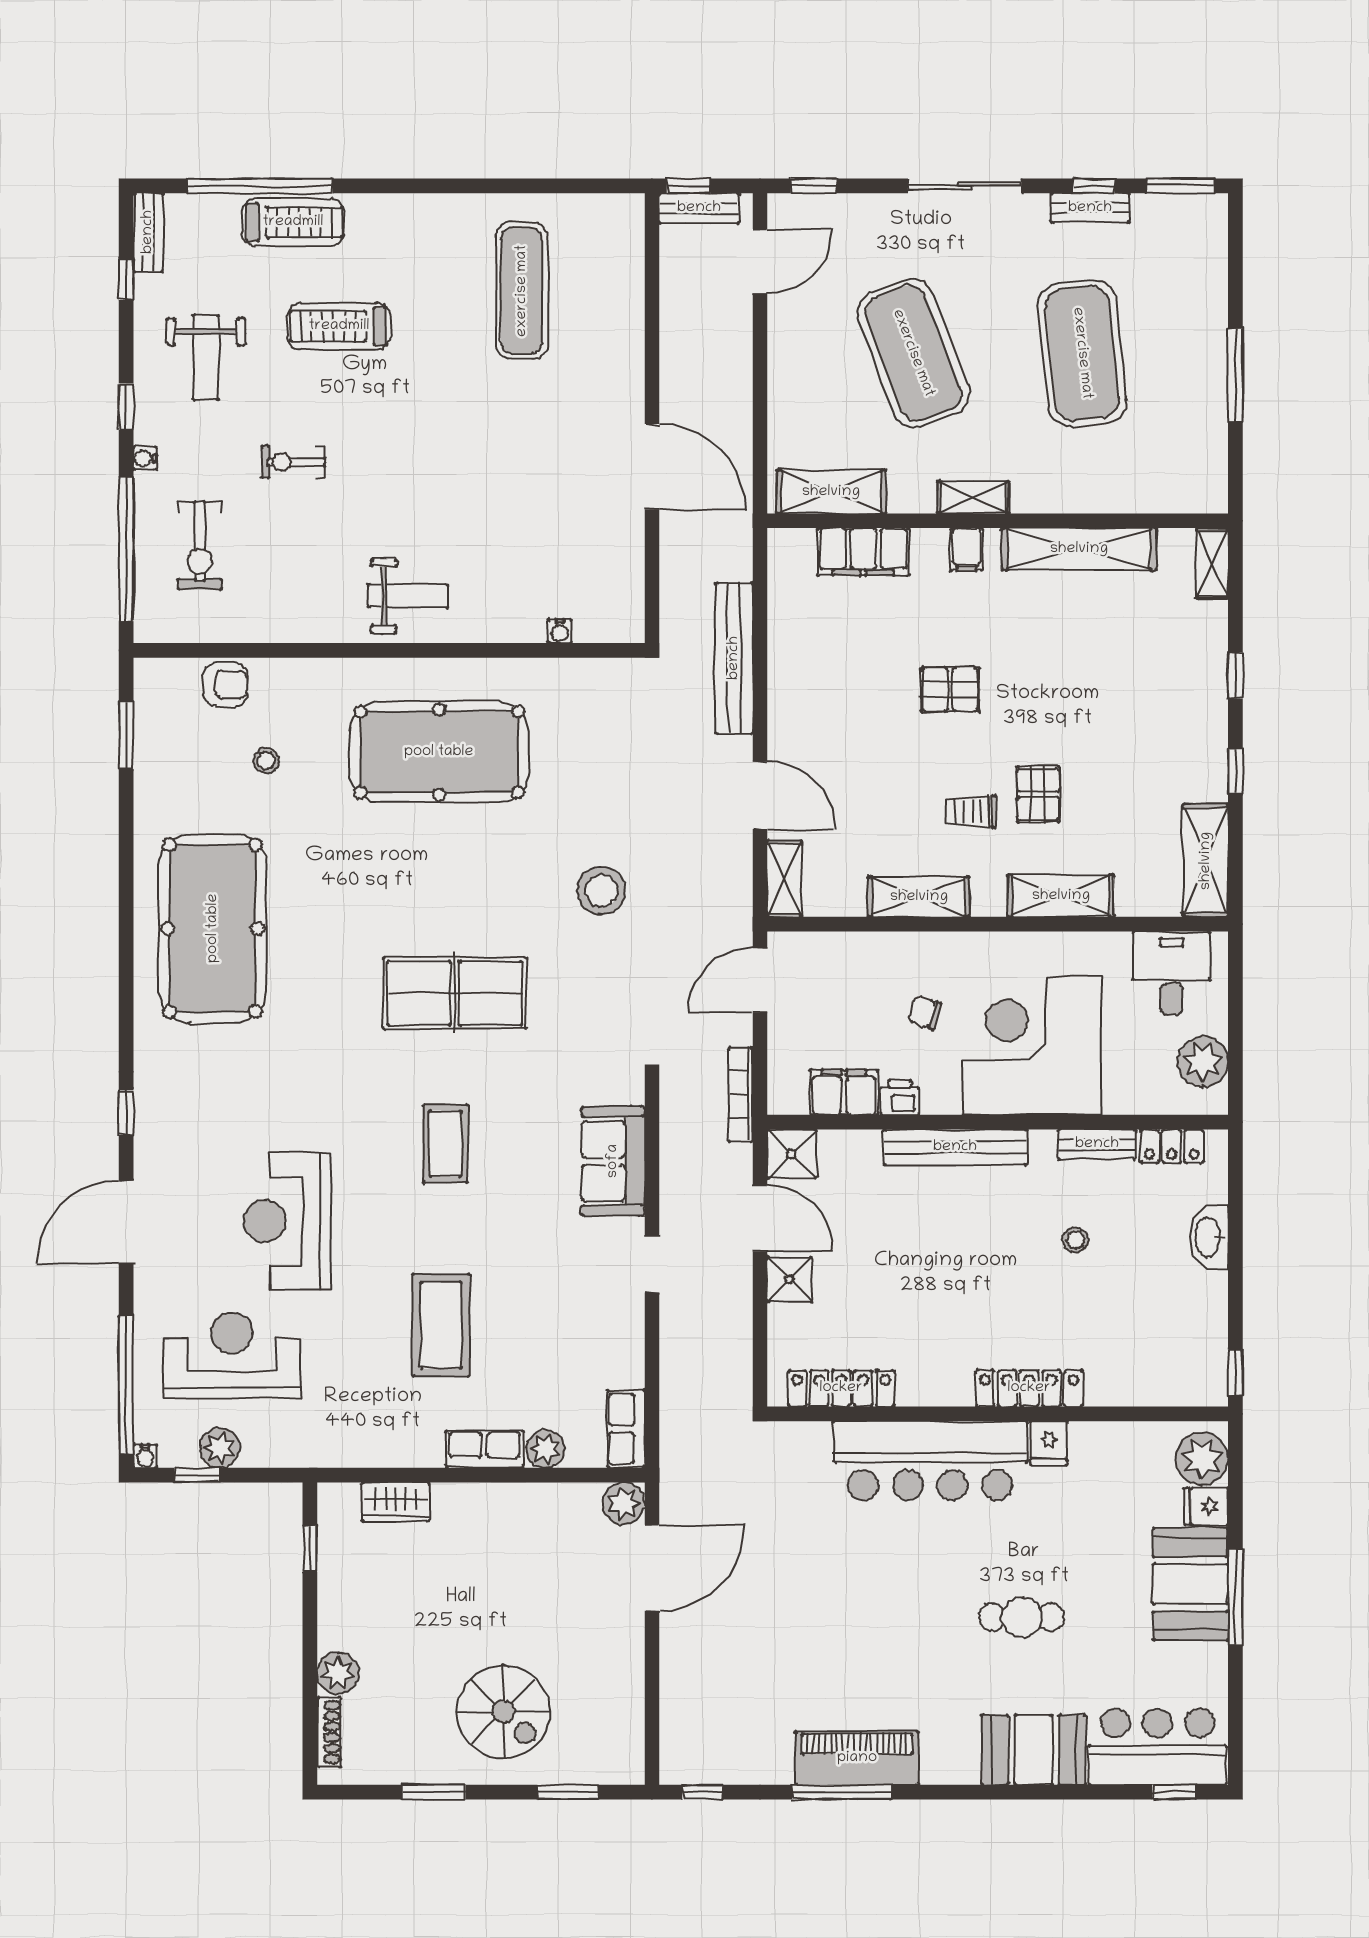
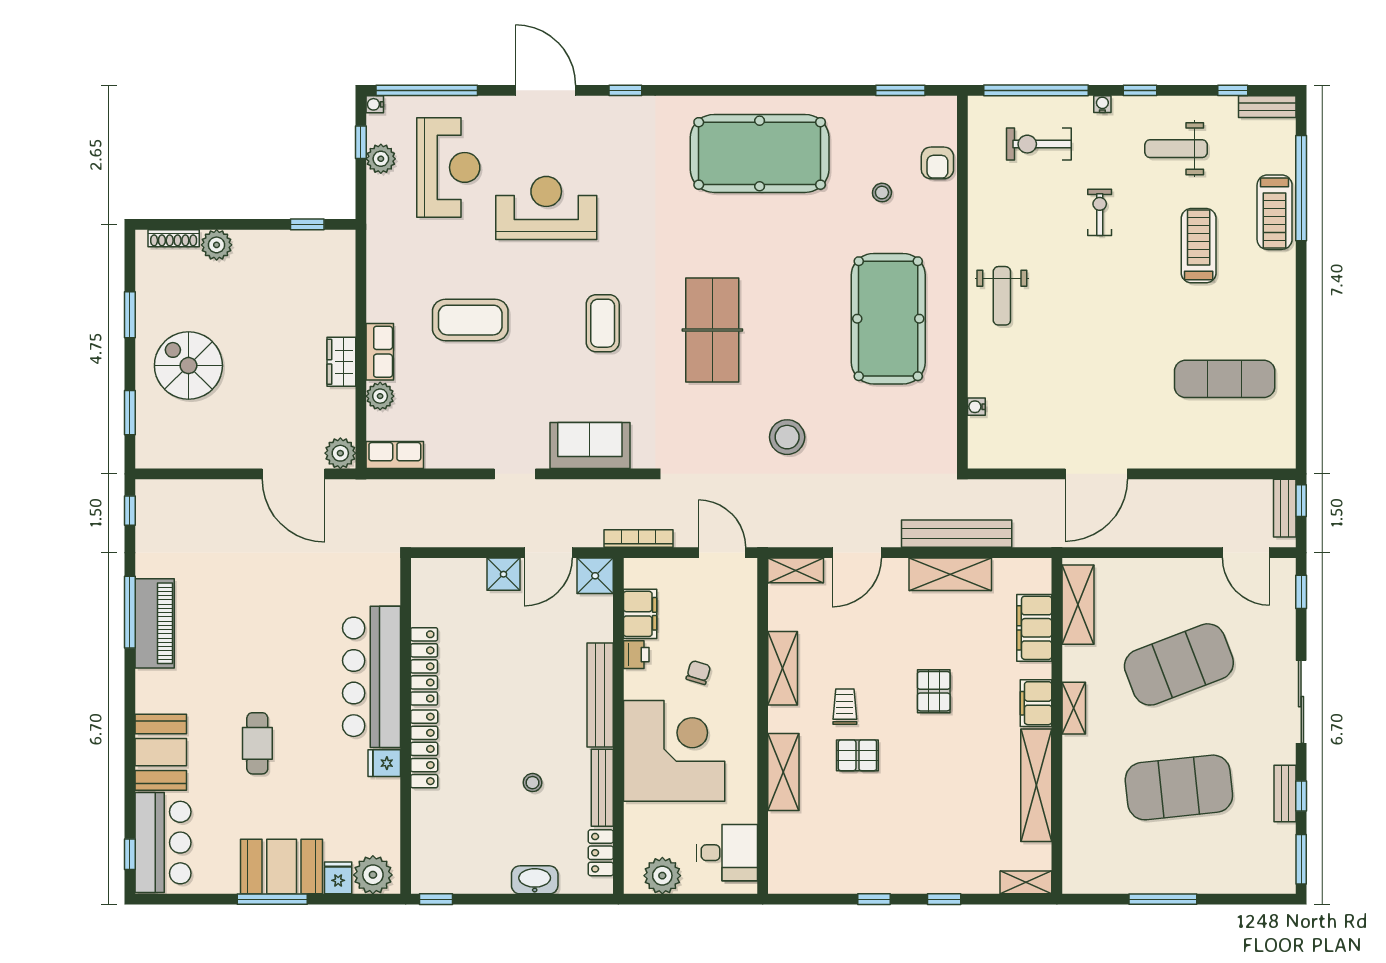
filing cabinet: (966, 549) -> (1036, 703), width x2.00
shelving: (1206, 861) -> (950, 574), moved
coffee table: (445, 1144) -> (603, 323), turned 90
bench: (1097, 1144) -> (602, 788), width x1.36
locker: (841, 1388) -> (424, 666), moved
wardrobe: (396, 1502) -> (341, 362), moved
spiral stairs: (503, 1712) -> (188, 366), turned 90

